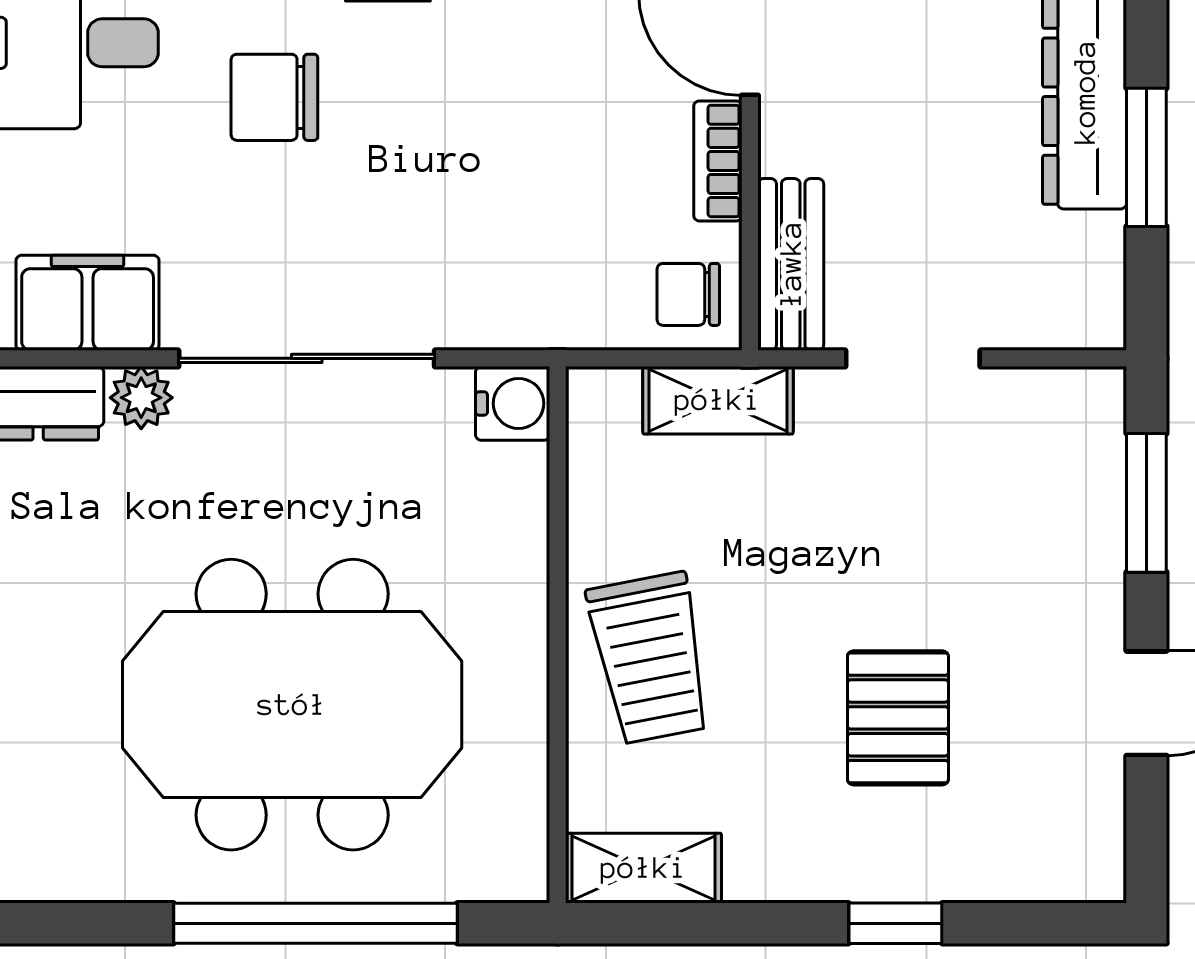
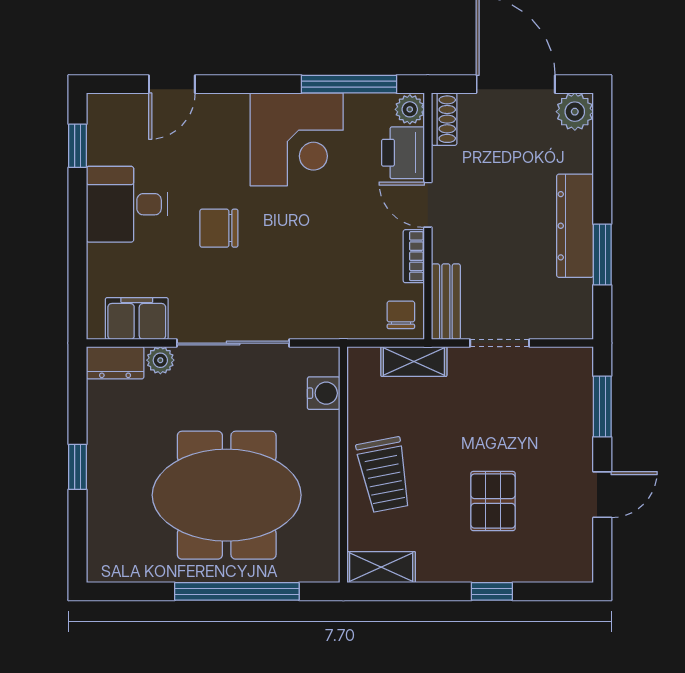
chair: (688, 294) -> (401, 315), turned 90
water cooler: (513, 403) -> (324, 393), moved

